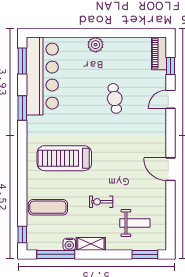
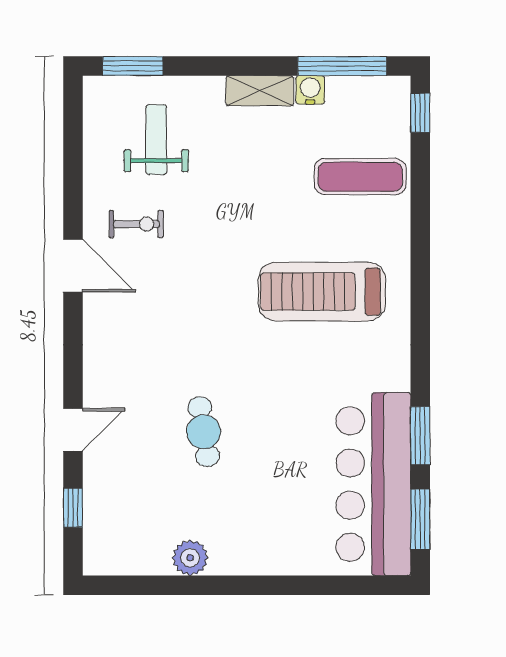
plant: (96, 45) -> (190, 558), moved
piano: (159, 53) -> (100, 537), removed
window: (22, 108) -> (420, 436), moved
treadmill: (64, 158) -> (322, 292), turned 180
exercise bike: (101, 202) -> (136, 224), moved
weight bench: (135, 223) -> (156, 140), turned 90

